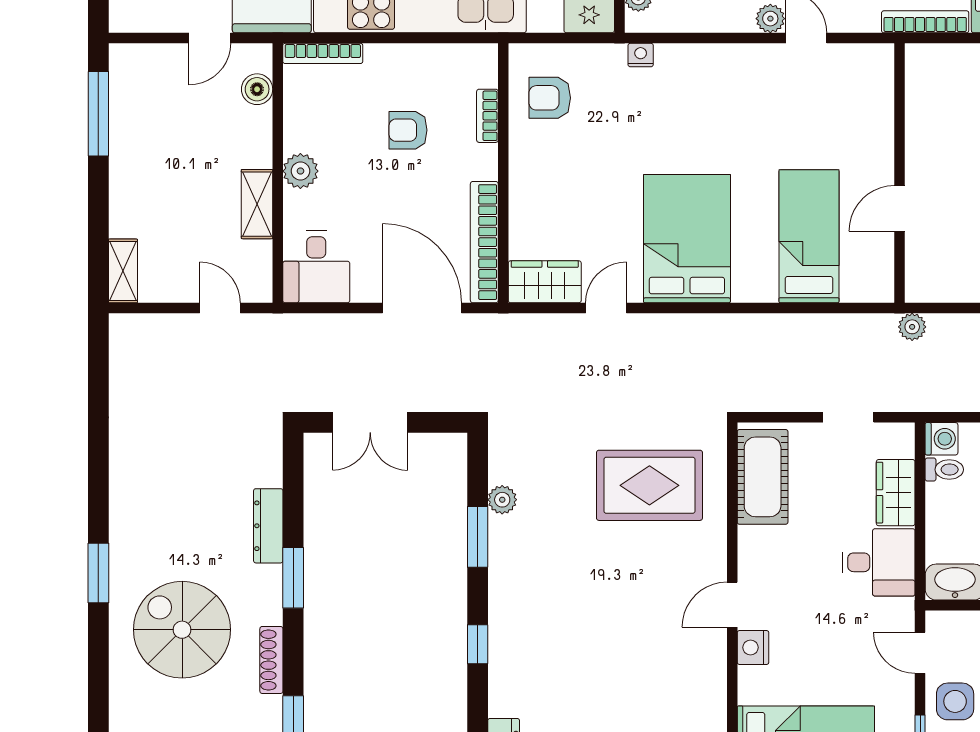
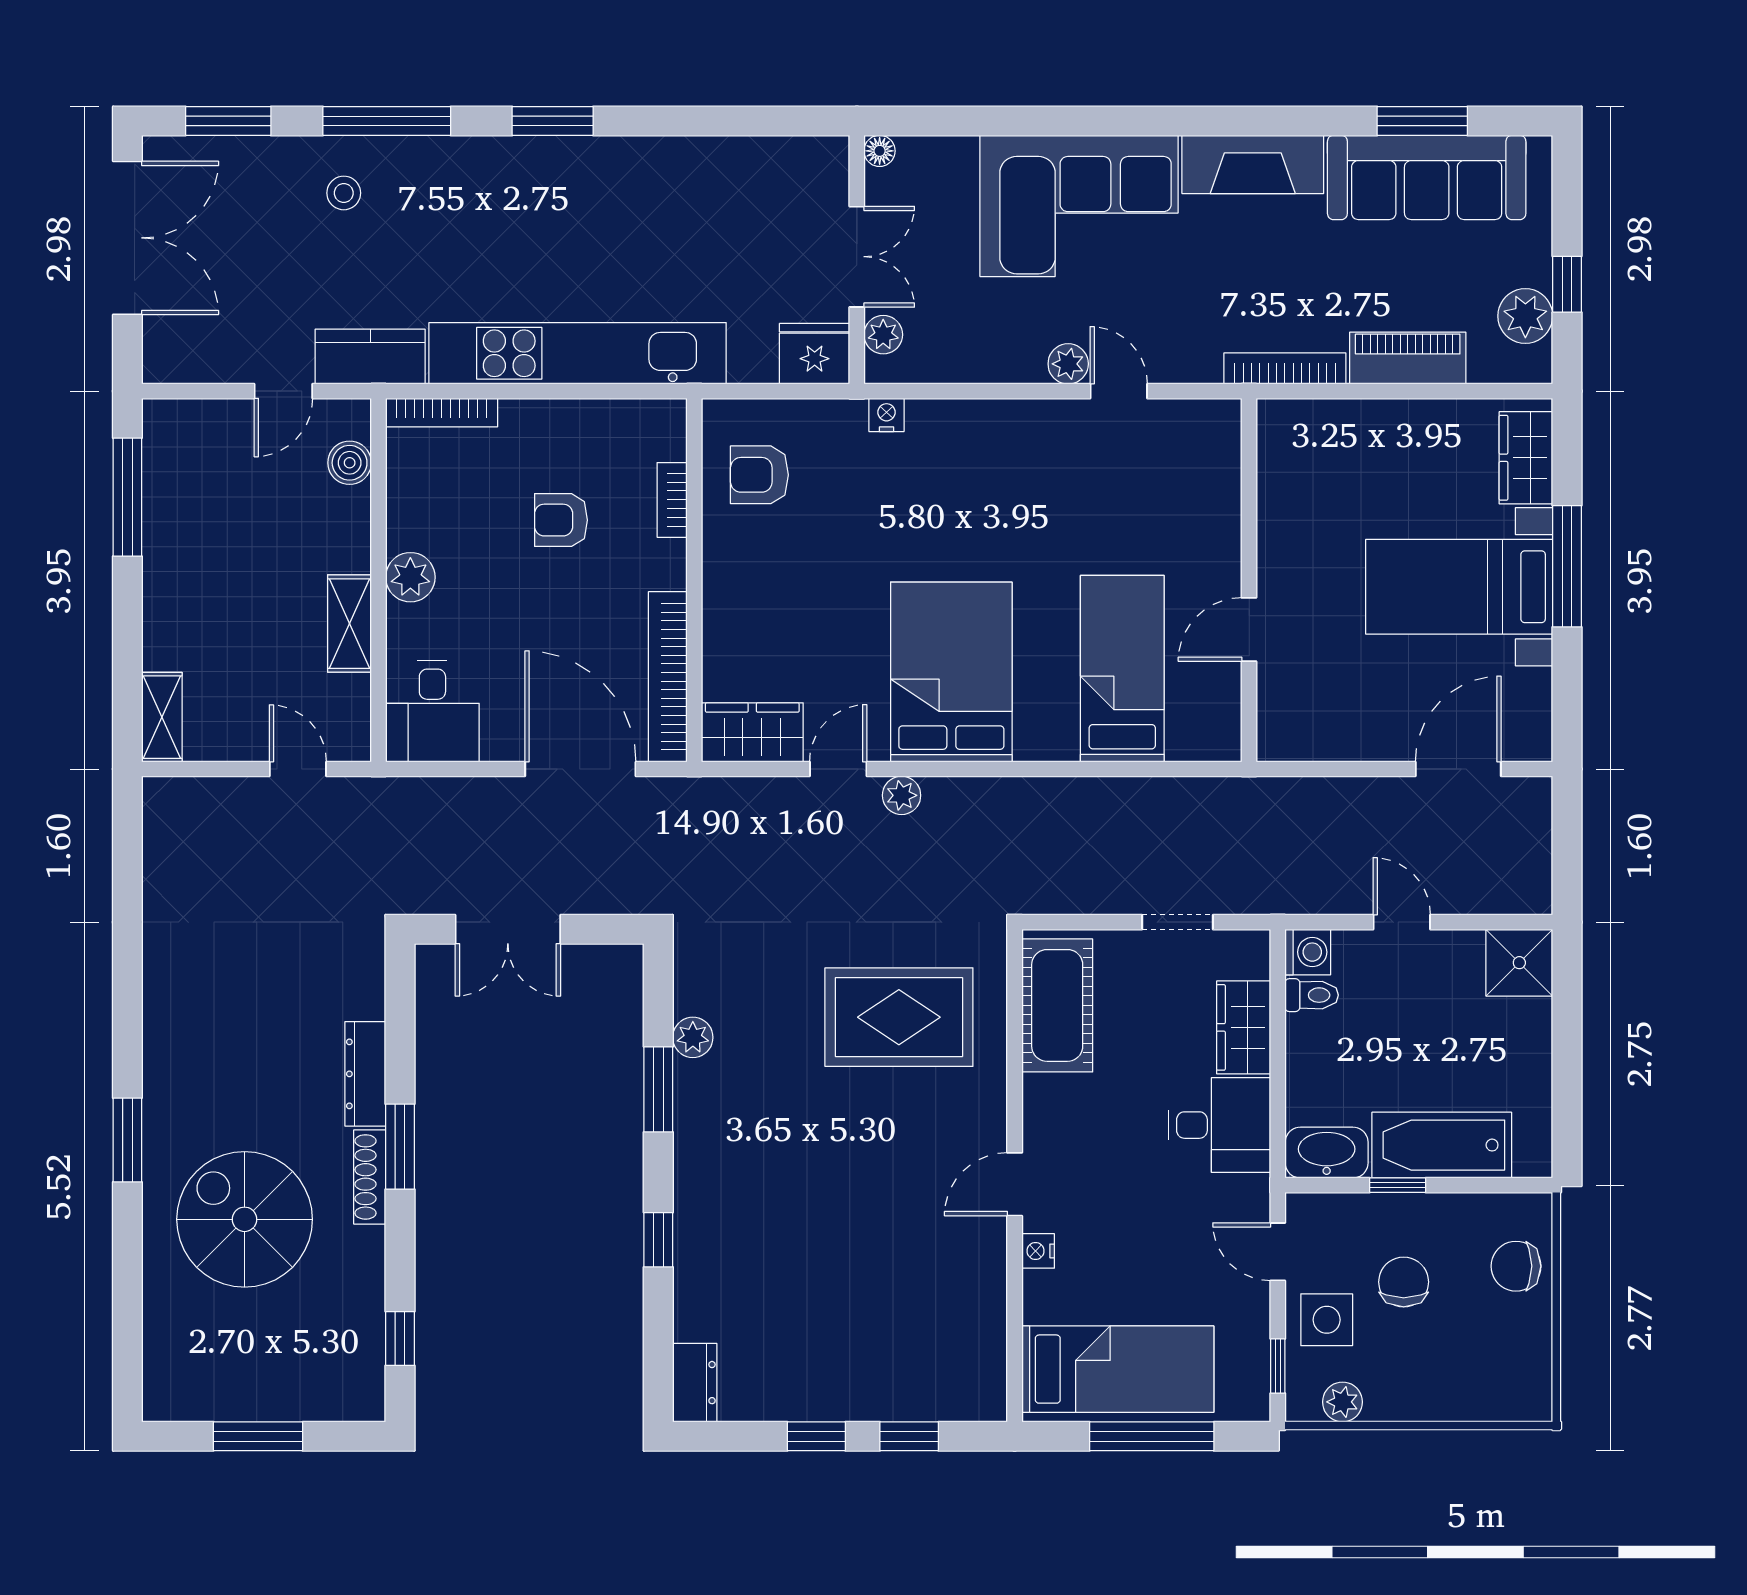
plant: (912, 327) -> (902, 795), moved
nightstand: (753, 647) -> (1038, 1251), width x0.72, depth x0.74
shoe rack: (271, 660) -> (370, 1177), moved

